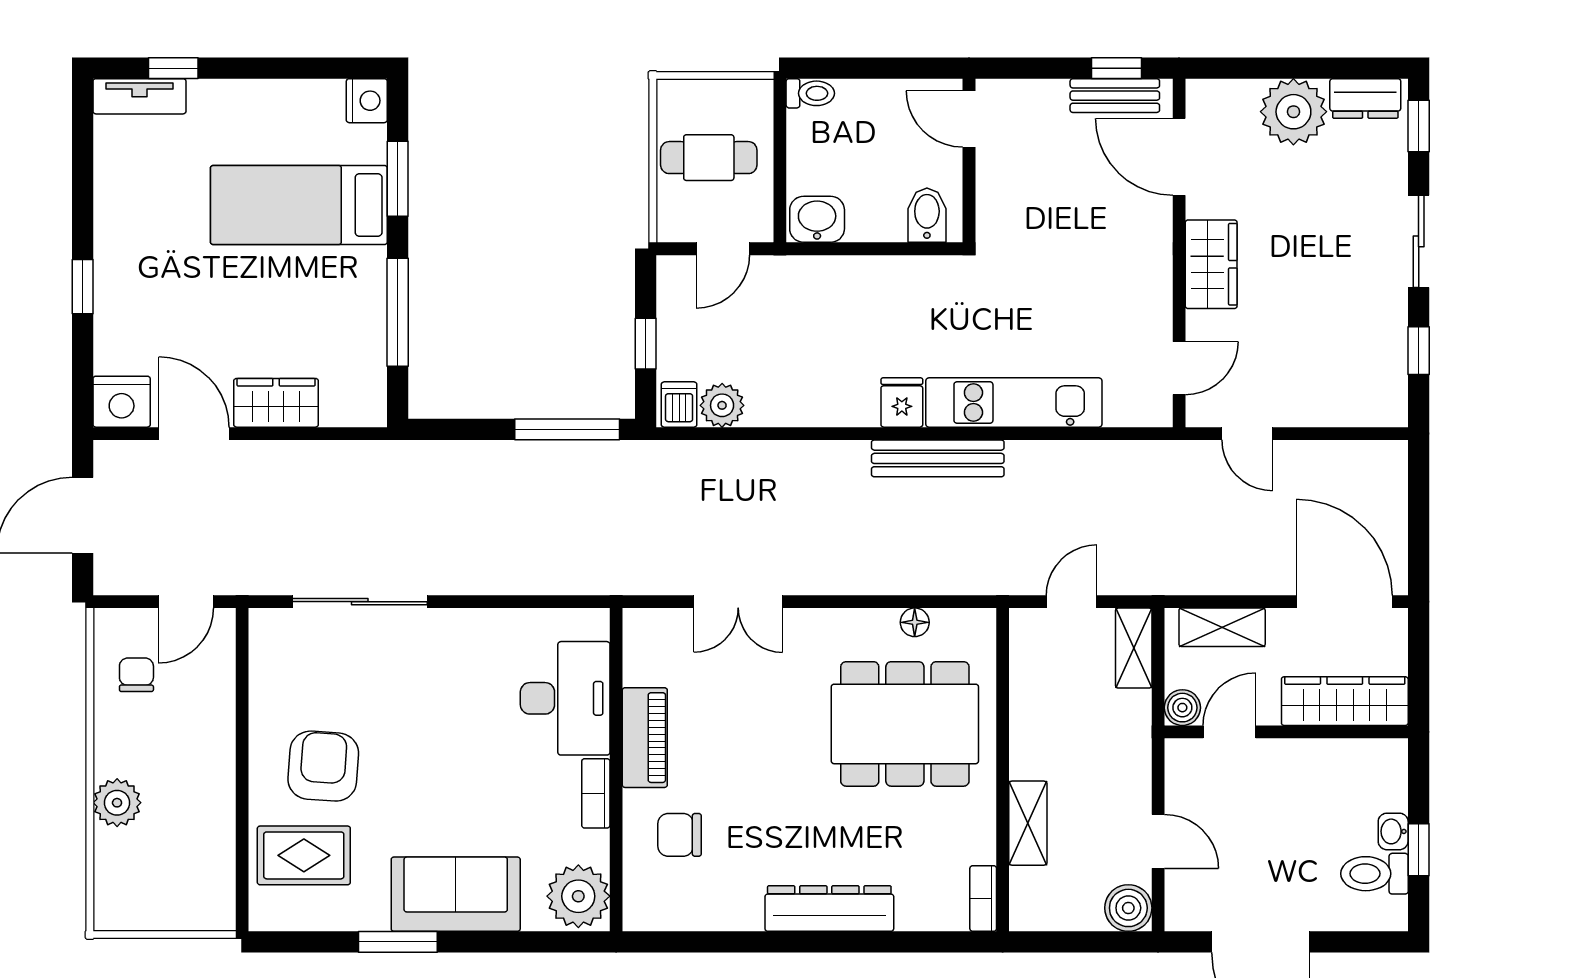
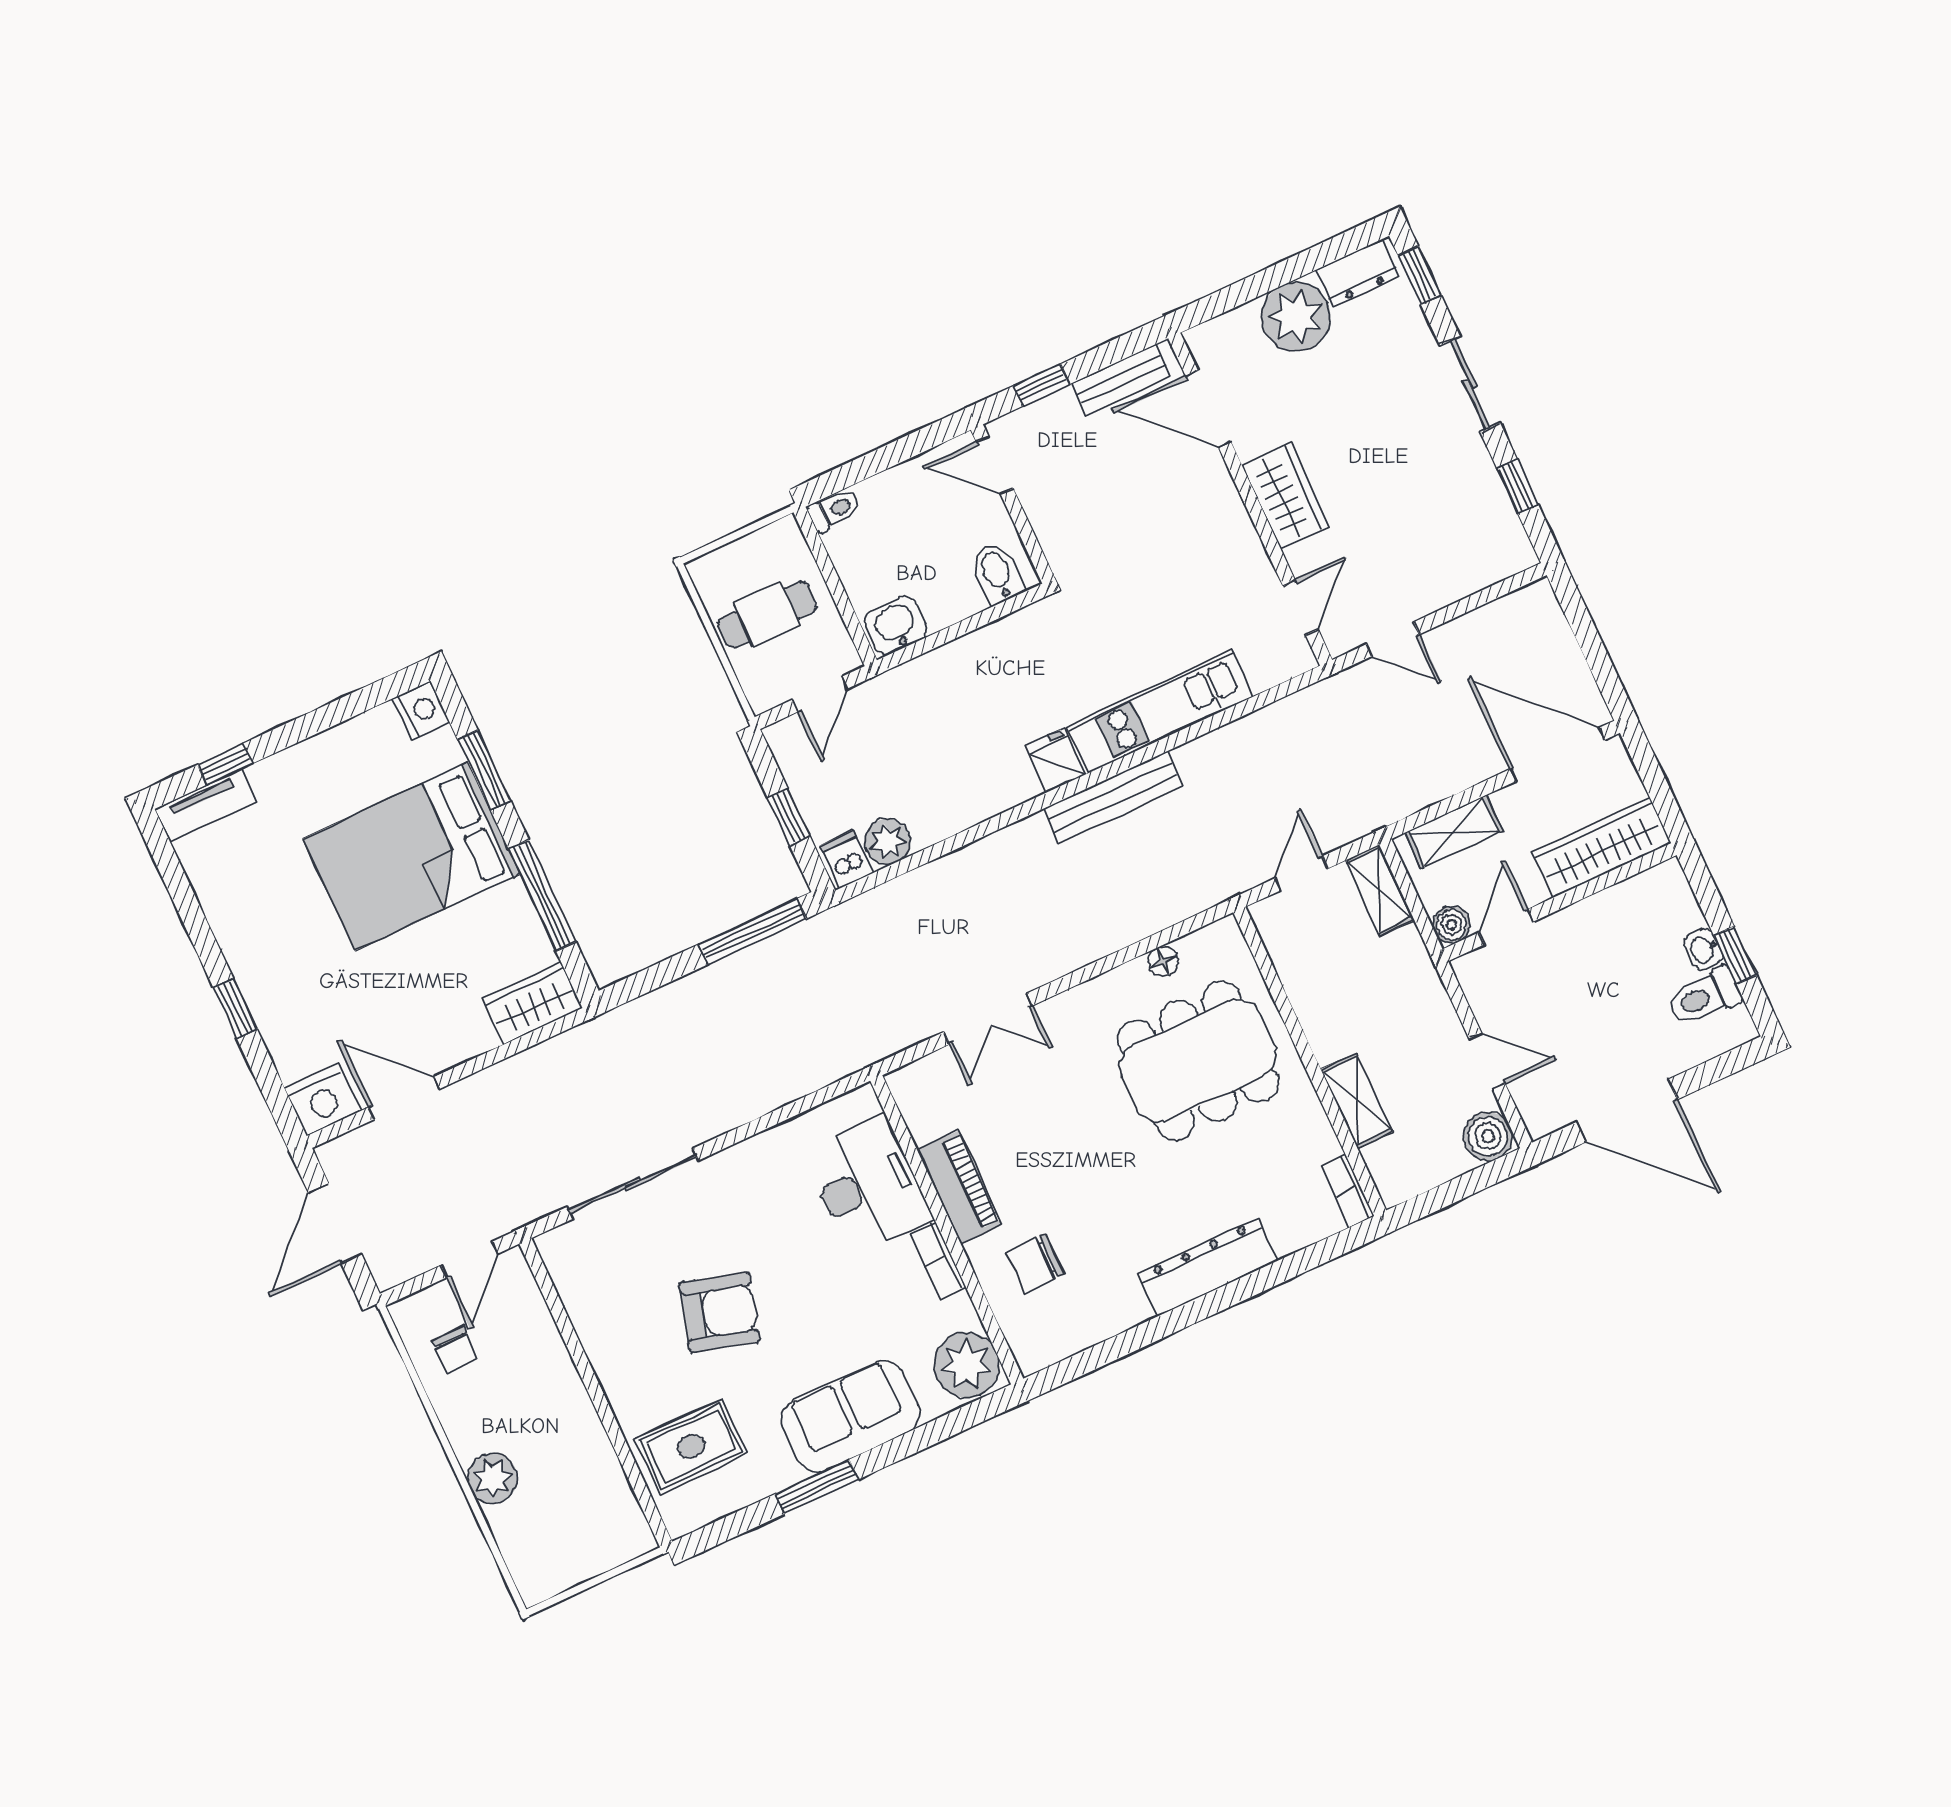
window: (1116, 68) -> (1041, 385), moved
bed: (299, 205) -> (411, 856), width x1.50
wardrobe: (276, 403) -> (532, 1003), moved
chair: (136, 675) -> (455, 1350), turned 180
armchair: (323, 766) -> (720, 1312), moved, turned 102

